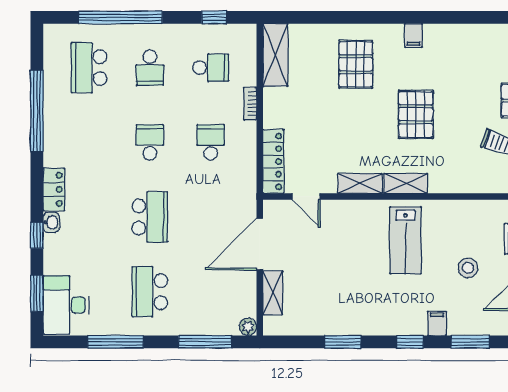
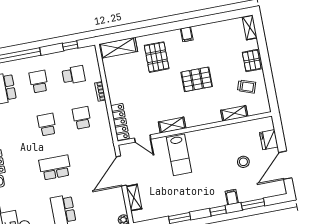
shelving: (275, 55) -> (118, 48), moved, turned 90
school desk: (150, 68) -> (39, 82), turned 180
pallet: (416, 114) -> (197, 79), turned 90
shelving: (406, 183) -> (234, 113), moved
school desk: (150, 217) -> (55, 167), turned -90
lab bench: (406, 240) -> (179, 155), moved

